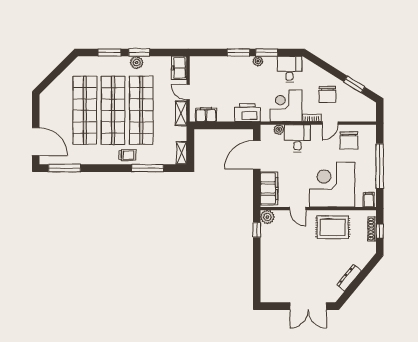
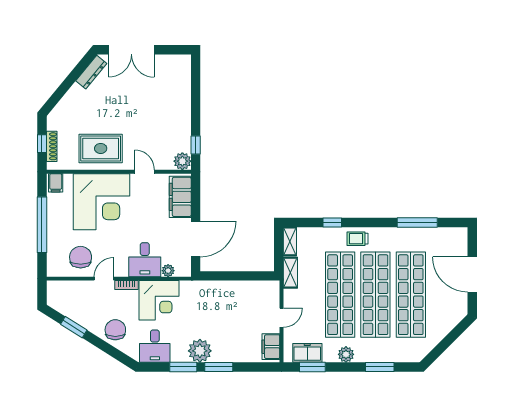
window: (139, 53) -> (312, 367), moved
plant: (258, 61) -> (200, 351), width x1.87, depth x1.87
freezer: (179, 68) -> (307, 353), moved, turned -90
door: (188, 92) -> (282, 318), hinge flipped
chair: (327, 94) -> (115, 330), moved
shelving: (181, 113) -> (290, 273), moved
printer: (247, 113) -> (207, 292), removed
filing cabinet: (206, 115) -> (271, 347), moved, turned 90
door: (36, 142) -> (472, 274), moved
window: (64, 168) -> (417, 222), moved
window: (148, 168) -> (332, 222), width x0.46
dresser: (349, 278) -> (91, 72), moved
double door: (308, 306) -> (131, 50), swing flipped

